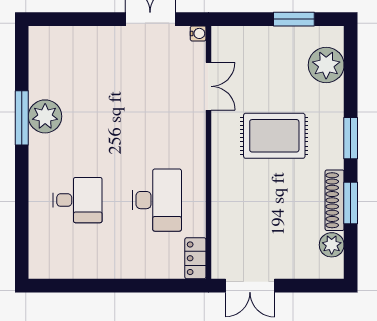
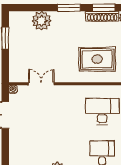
plant: (326, 65) -> (41, 21), moved
rug: (274, 136) -> (97, 59), moved, turned 90

